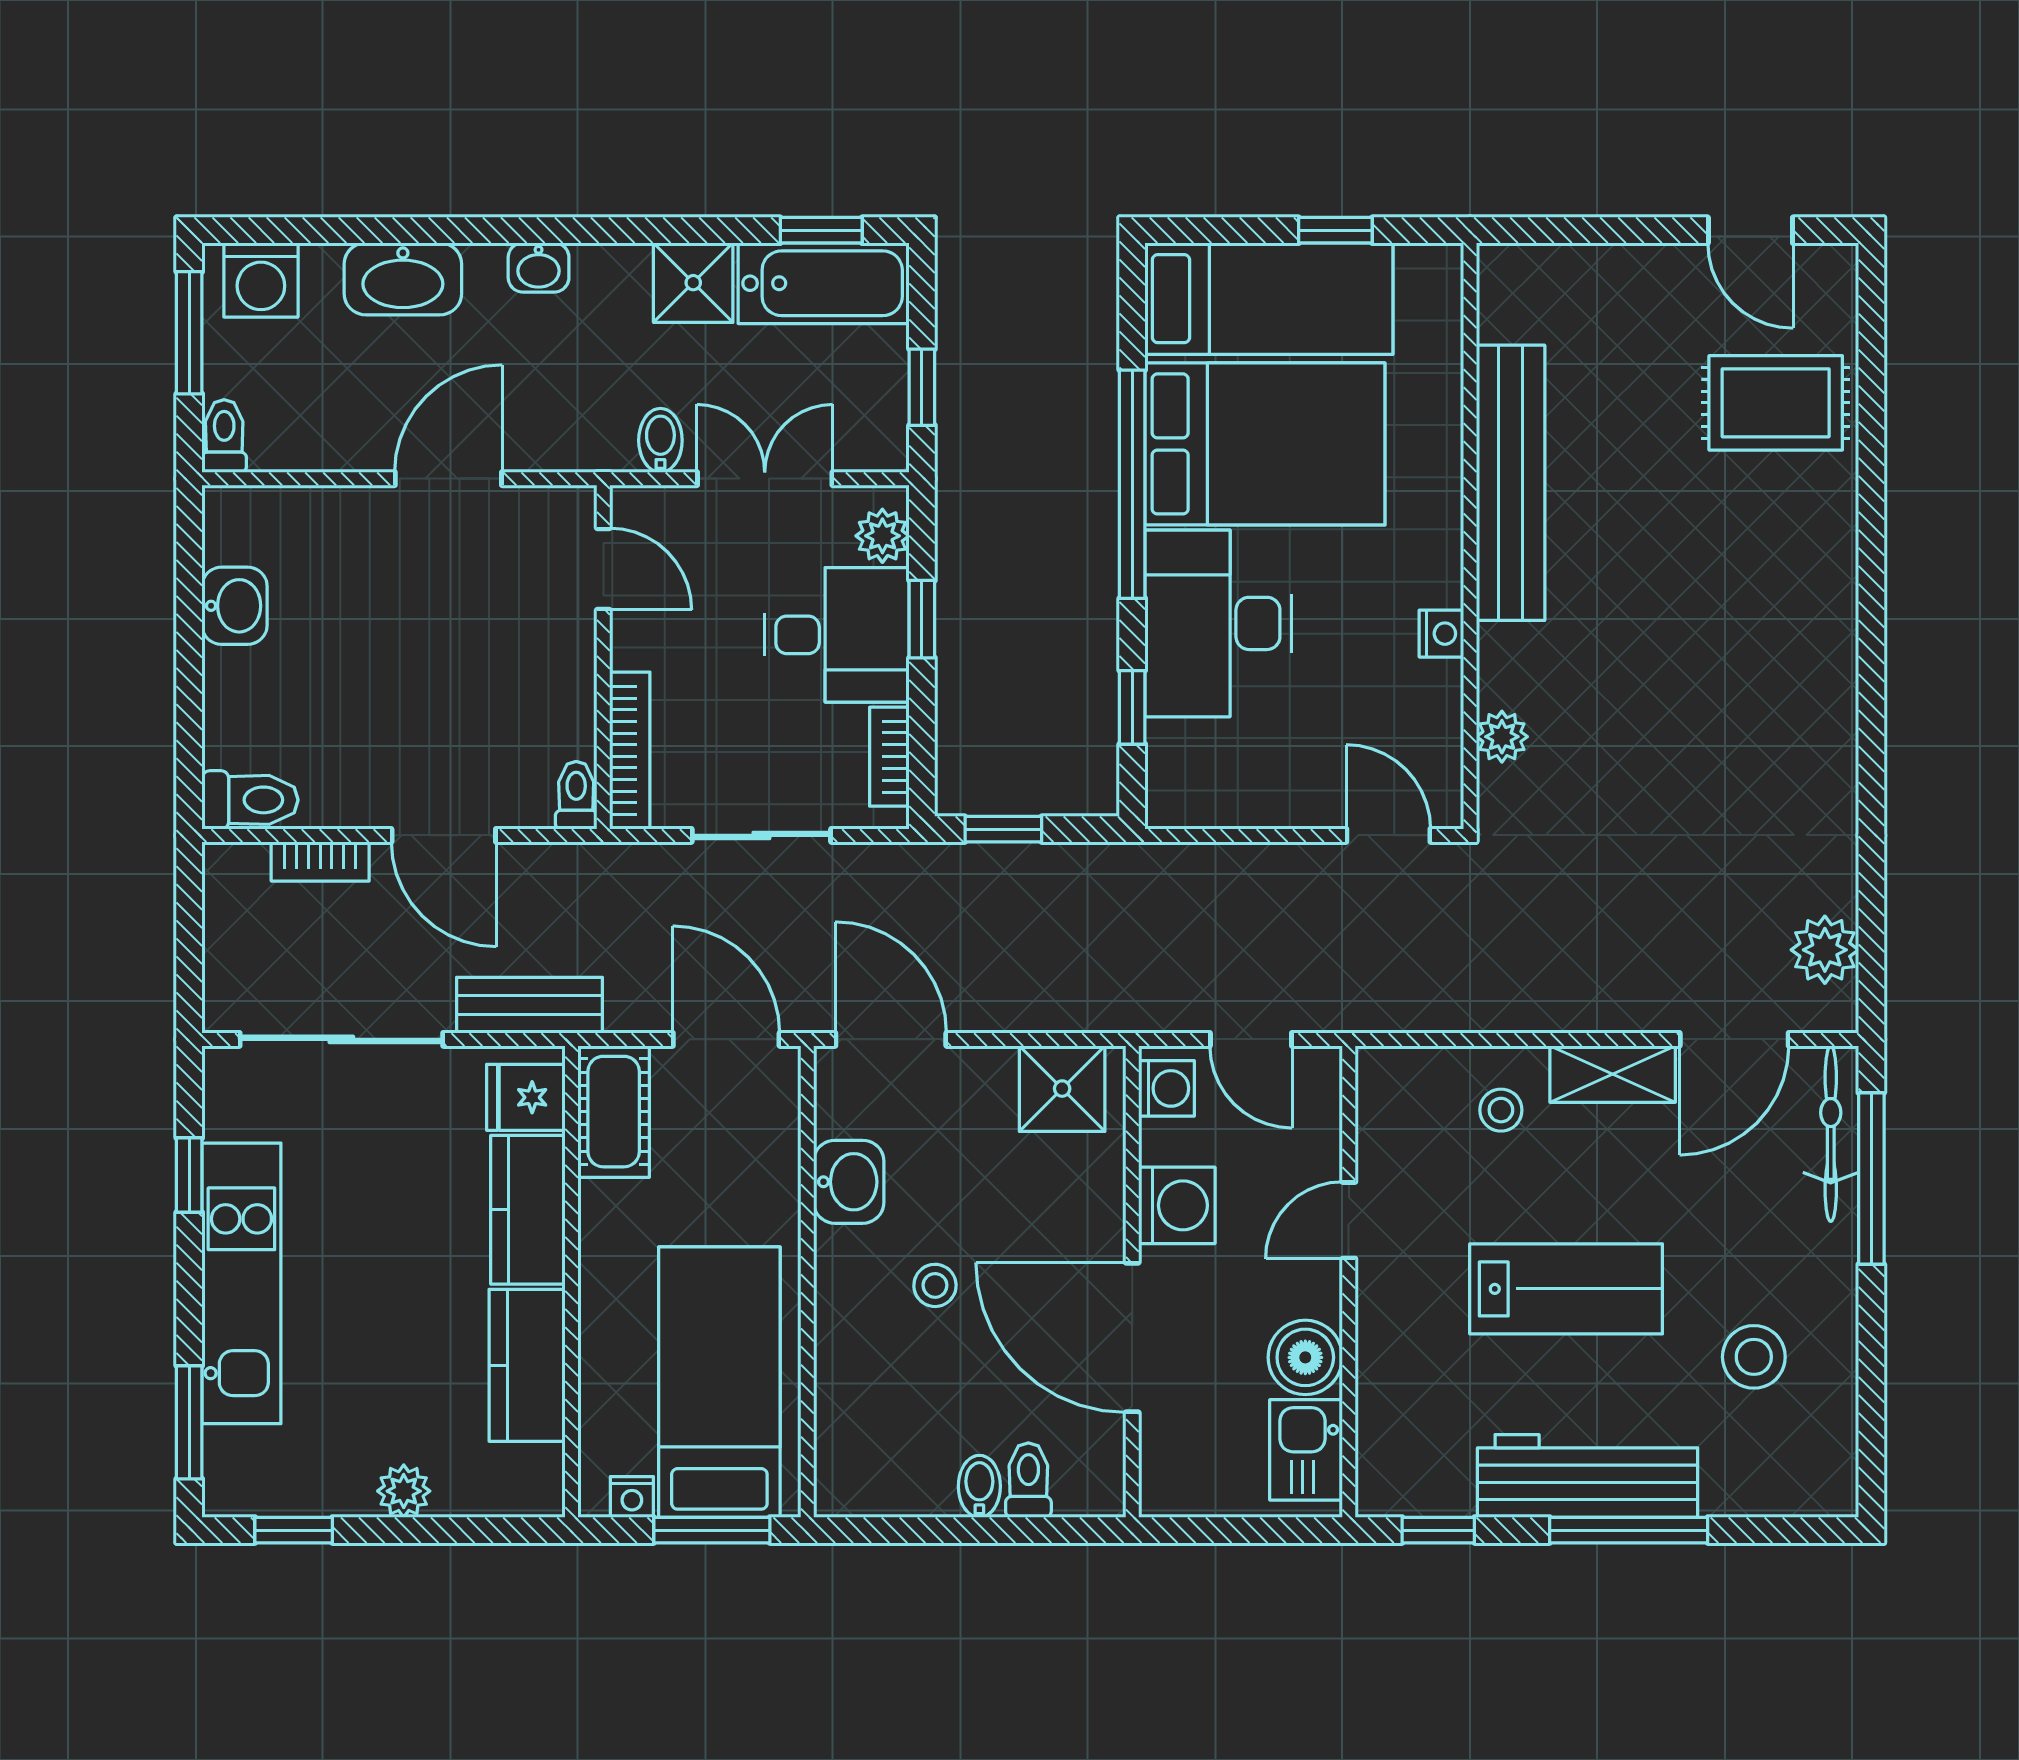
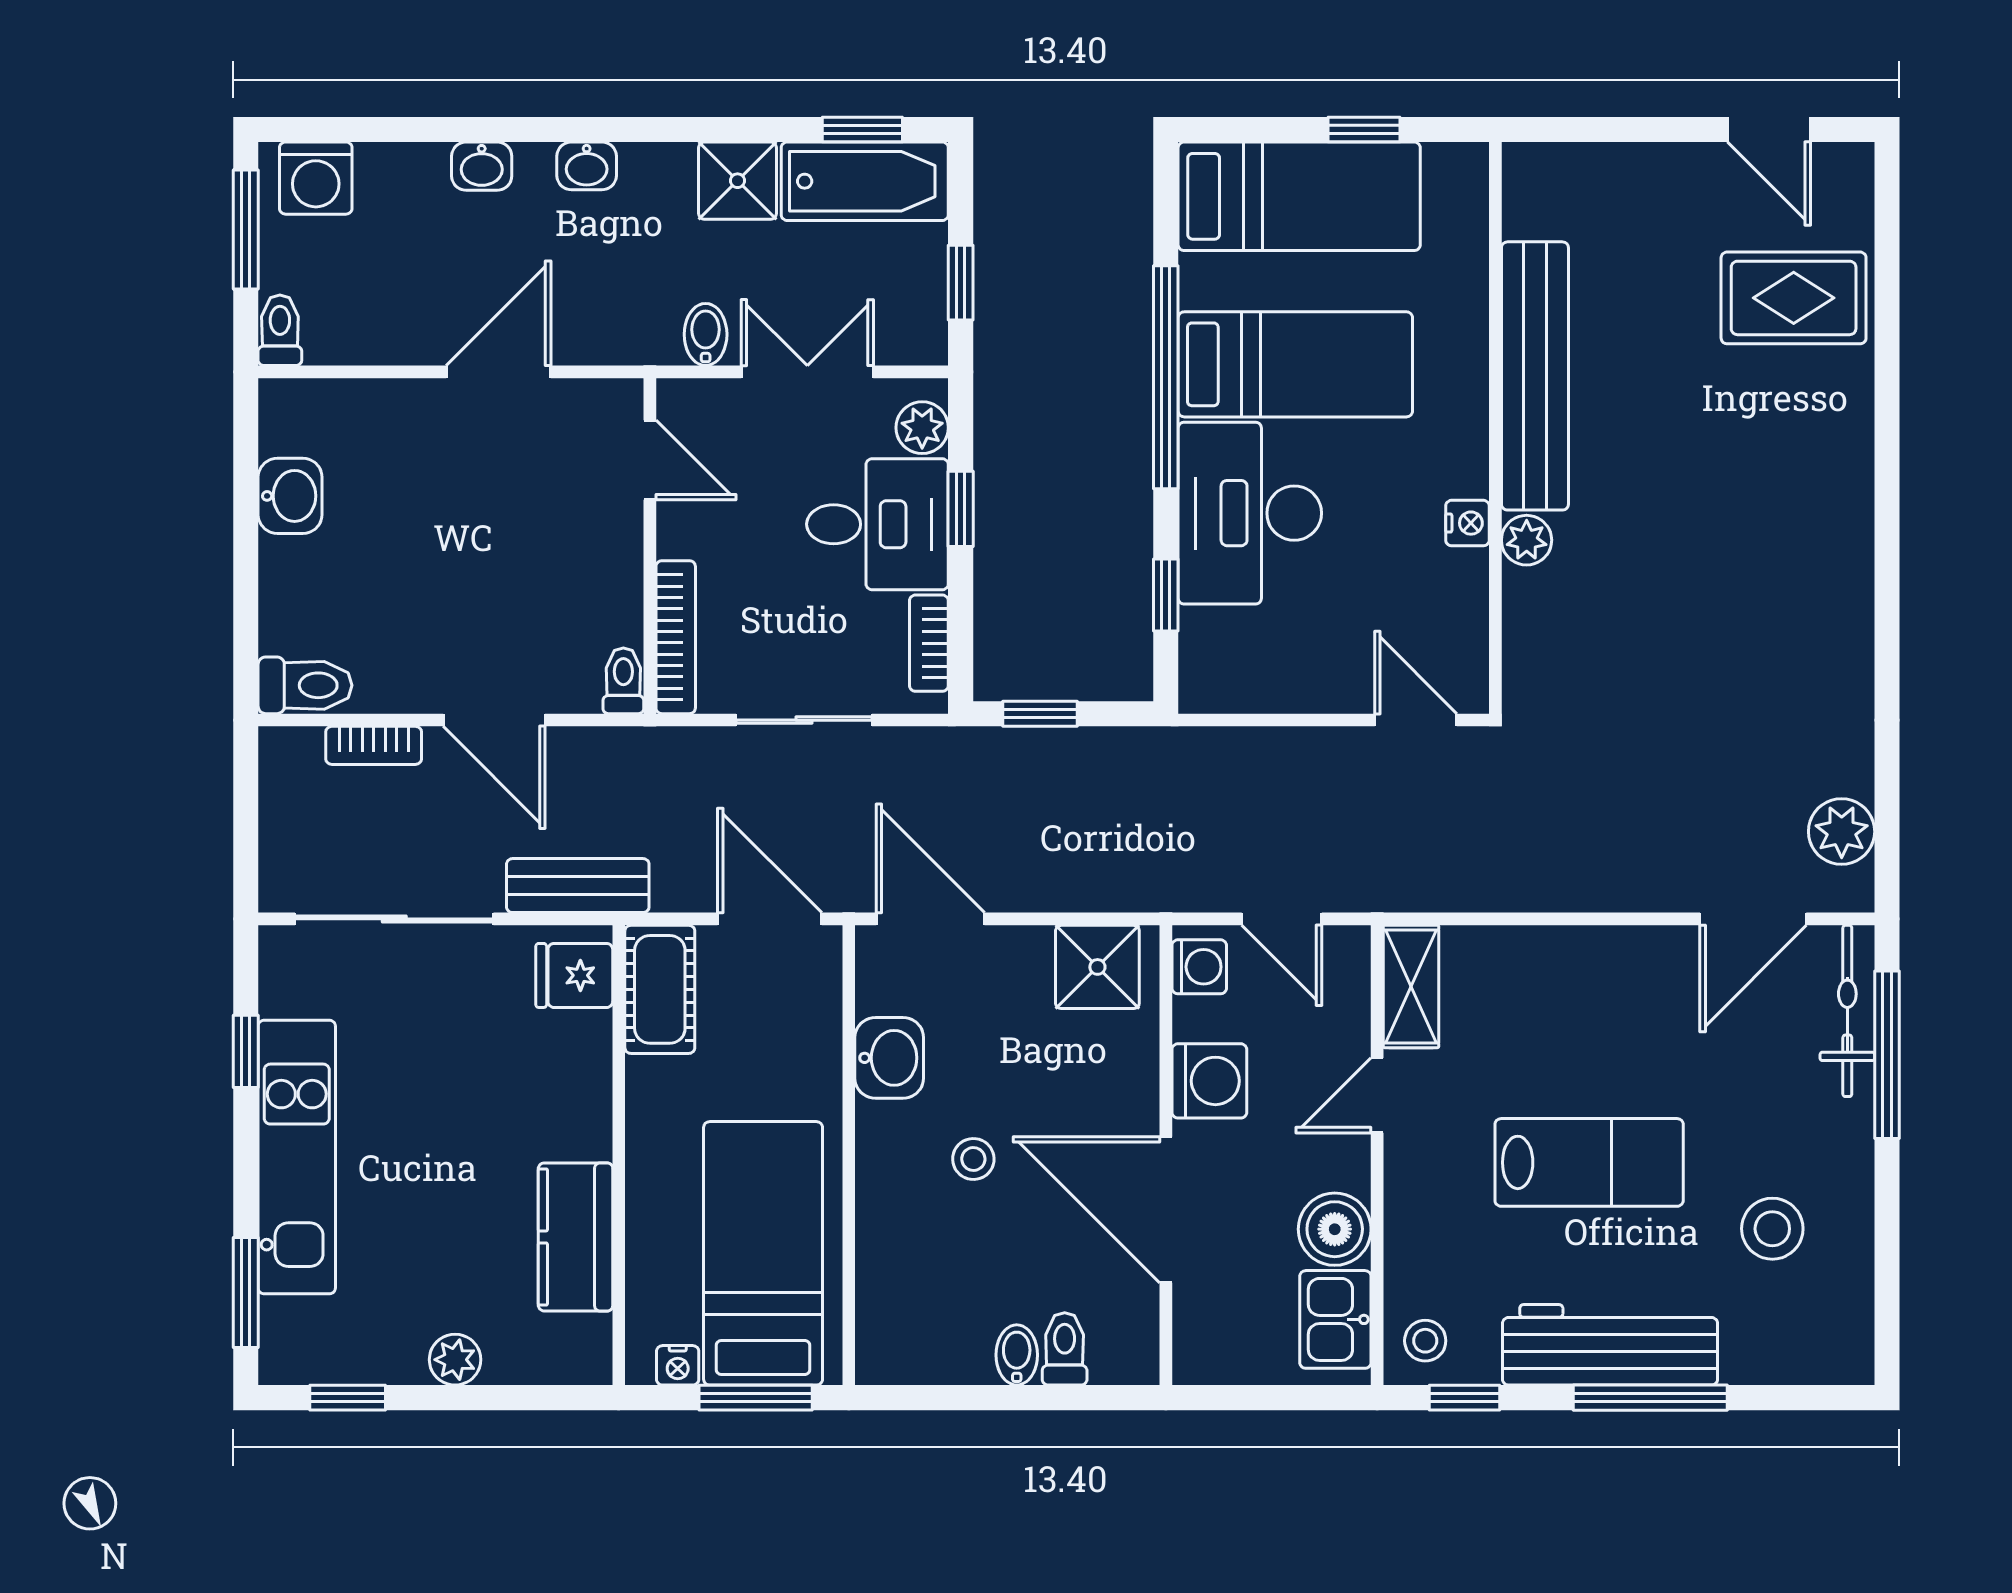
washbasin: (403, 279) -> (482, 166), width x0.52, depth x0.69
bed: (1265, 444) -> (1295, 364), width x0.67
plant: (1502, 737) -> (1527, 540), moved
shelving: (1613, 1074) -> (1411, 986), moved, turned 90
stool: (1501, 1110) -> (1425, 1341), moved
kitchen counter: (528, 1210) -> (576, 1085), removed

